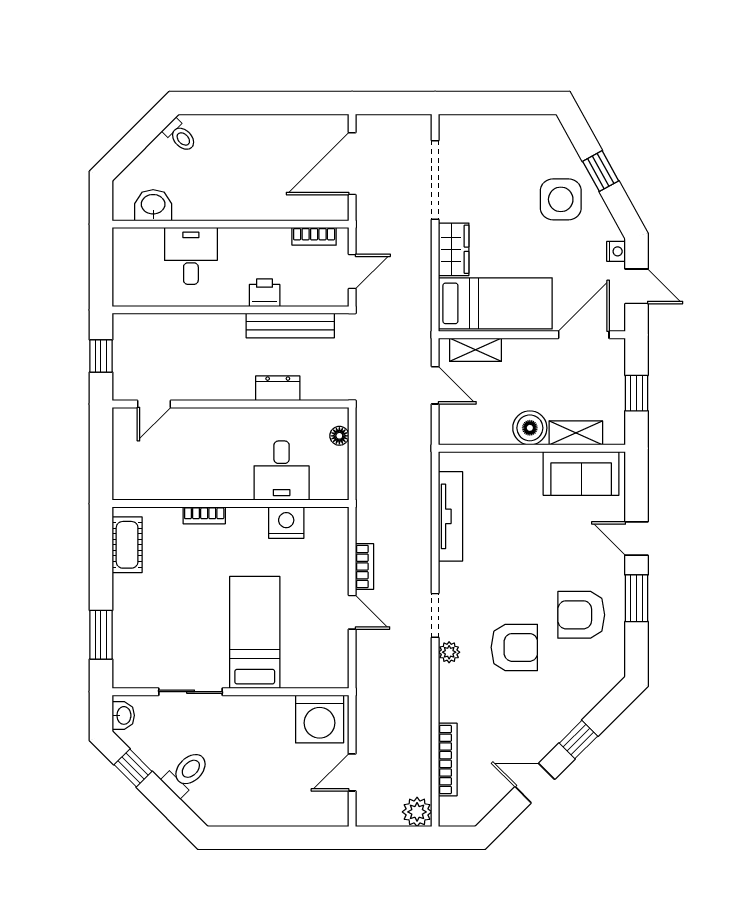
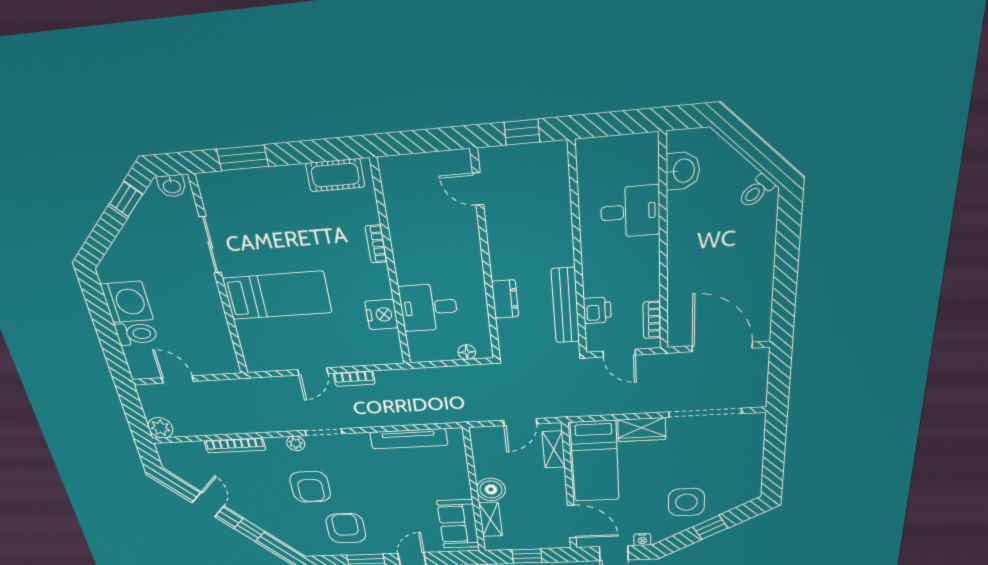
printer: (265, 293) -> (597, 310), moved
washing machine: (320, 719) -> (127, 302), moved, turned 180
bookcase: (448, 759) -> (235, 445), moved
toilet: (186, 773) -> (136, 334), moved, turned -45

